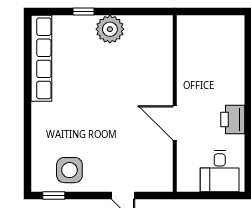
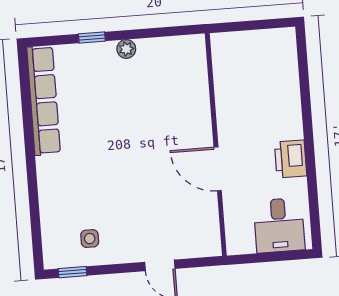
plant: (110, 29) -> (126, 49), width x0.53, depth x0.53
side table: (69, 170) -> (90, 239), width x0.54, depth x0.54

